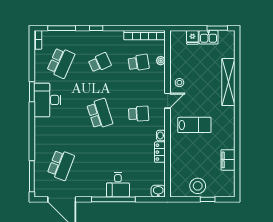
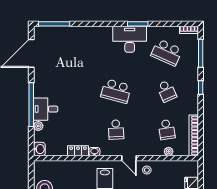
school desk: (100, 114) -> (116, 91), turned 33
school desk: (61, 165) -> (65, 52), removed
plant: (135, 192) -> (38, 126), added

